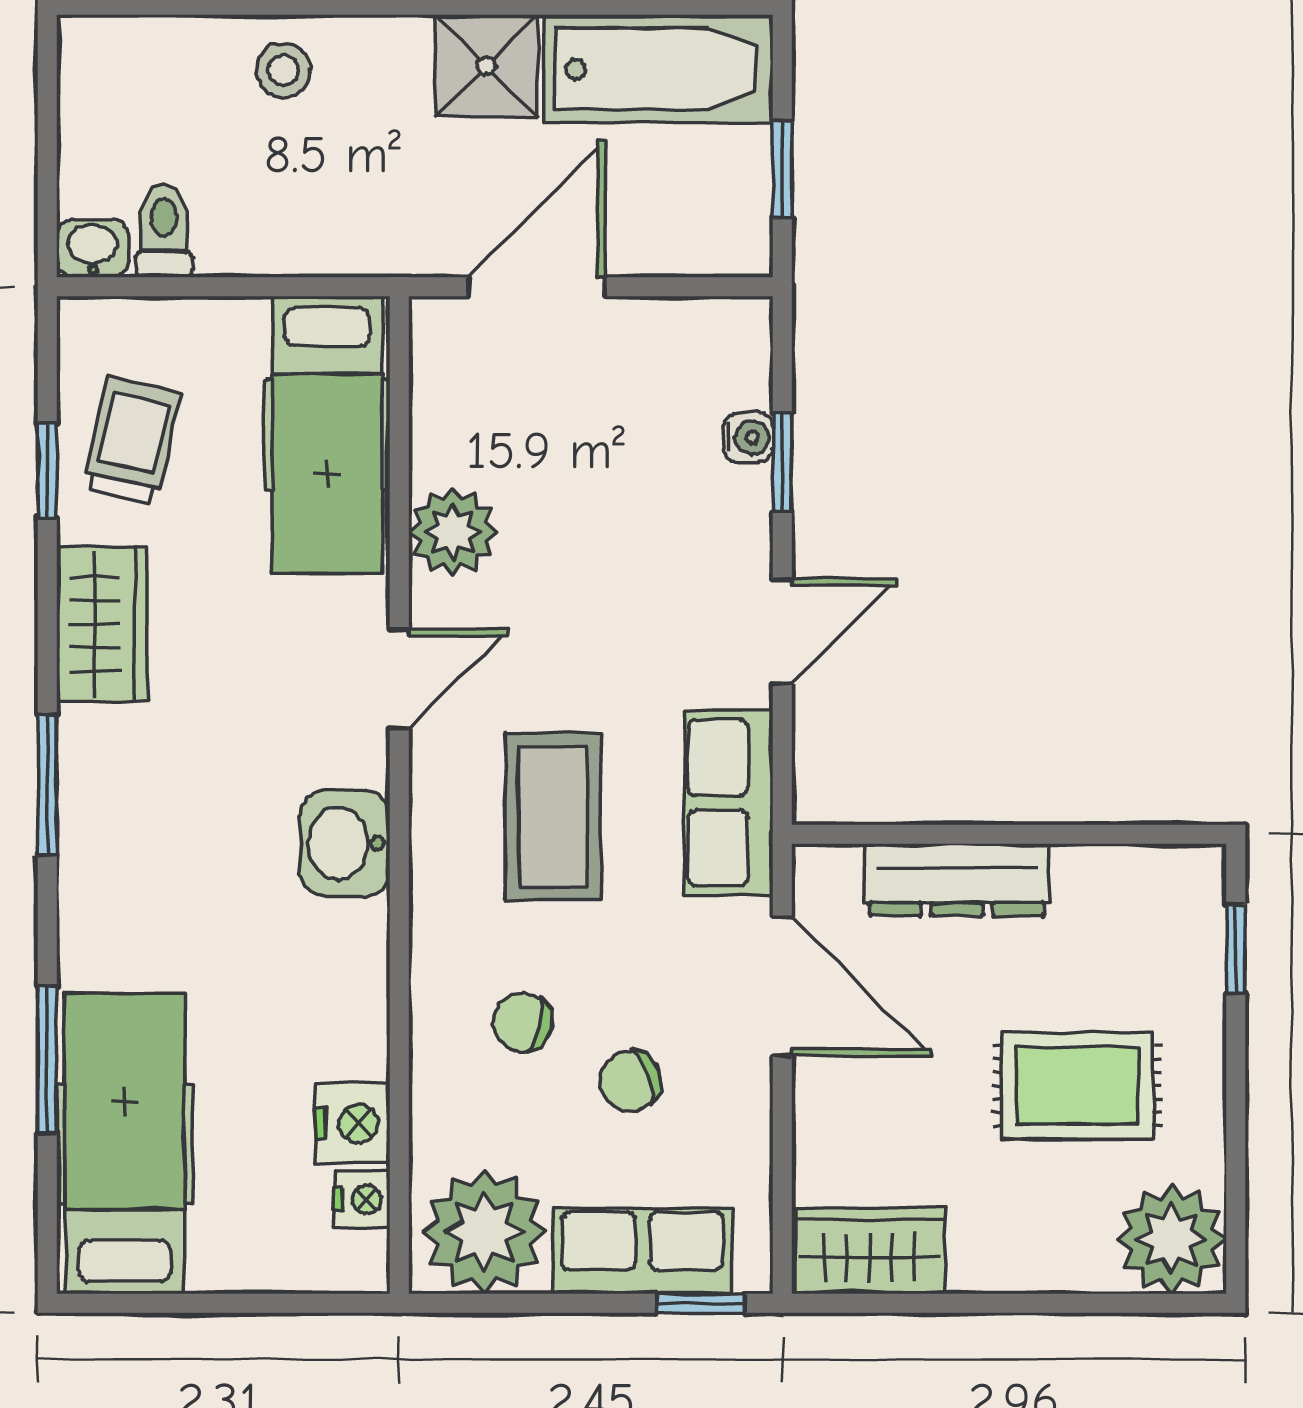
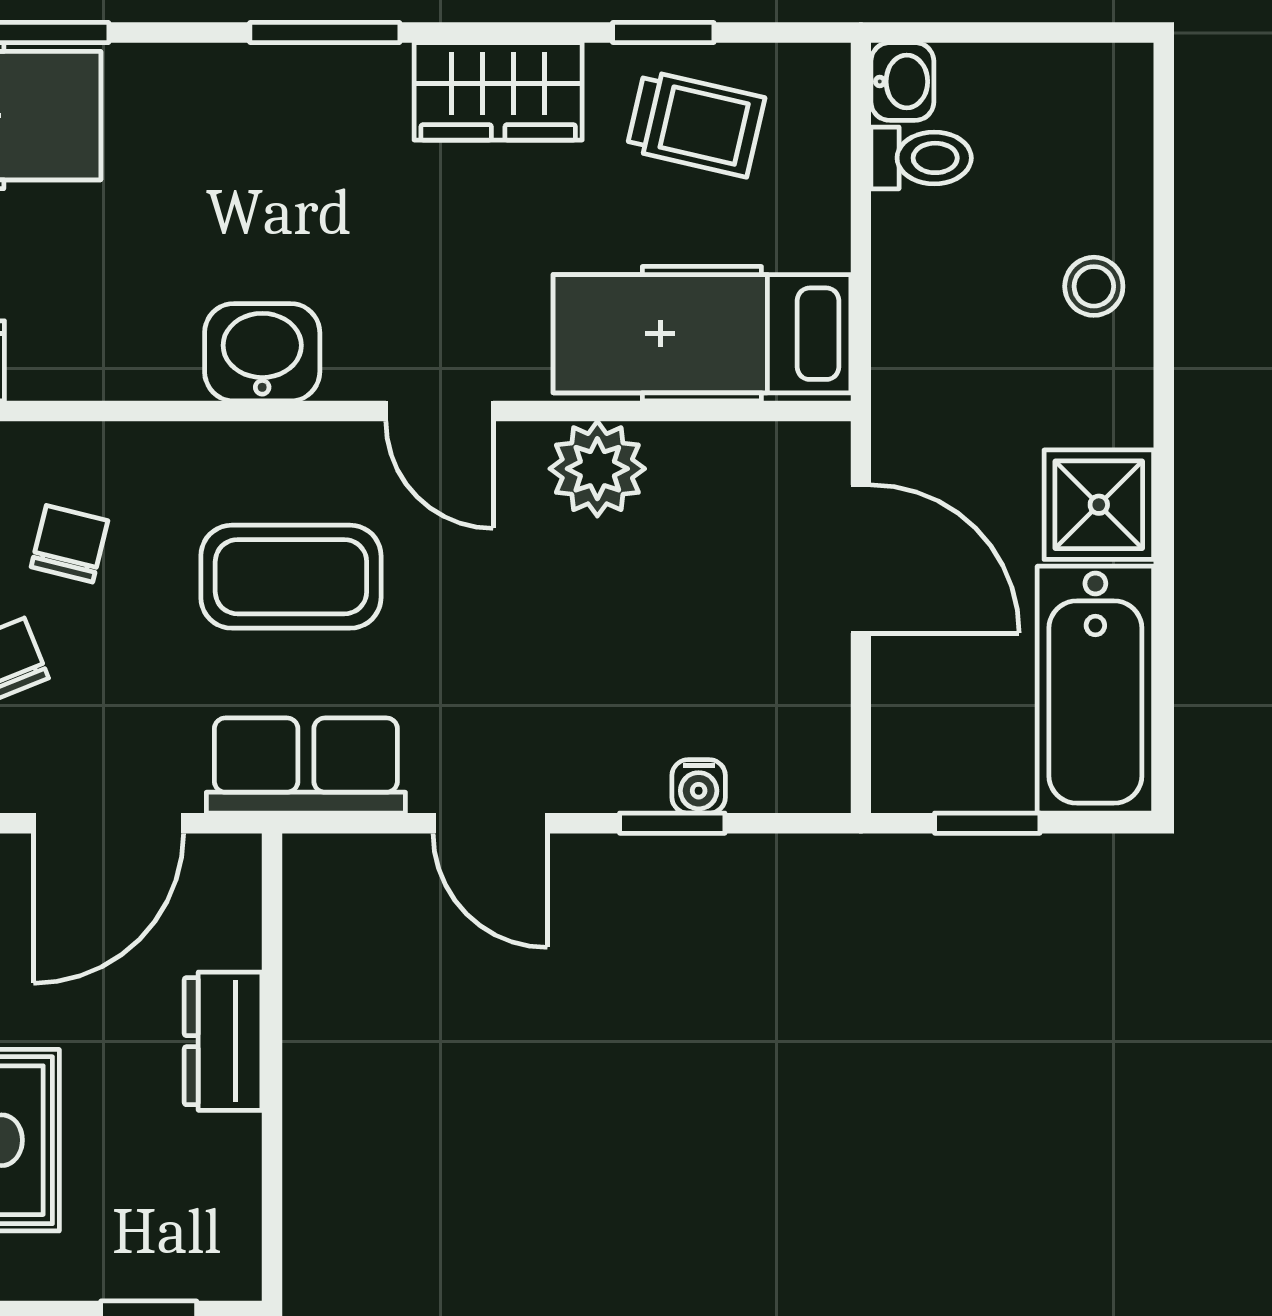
dresser: (957, 880) -> (223, 1041), width x0.70

